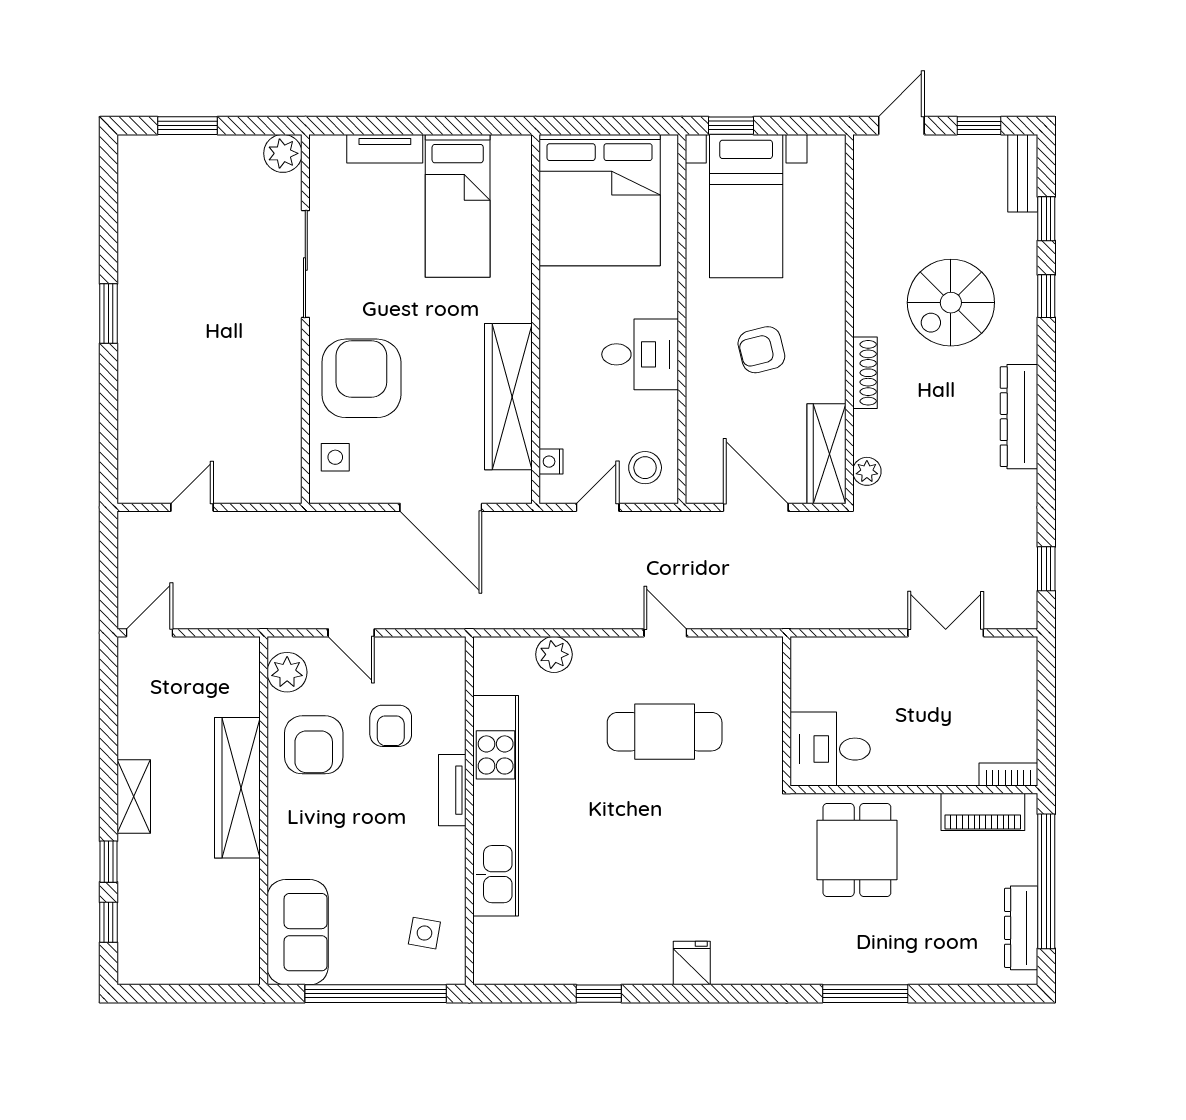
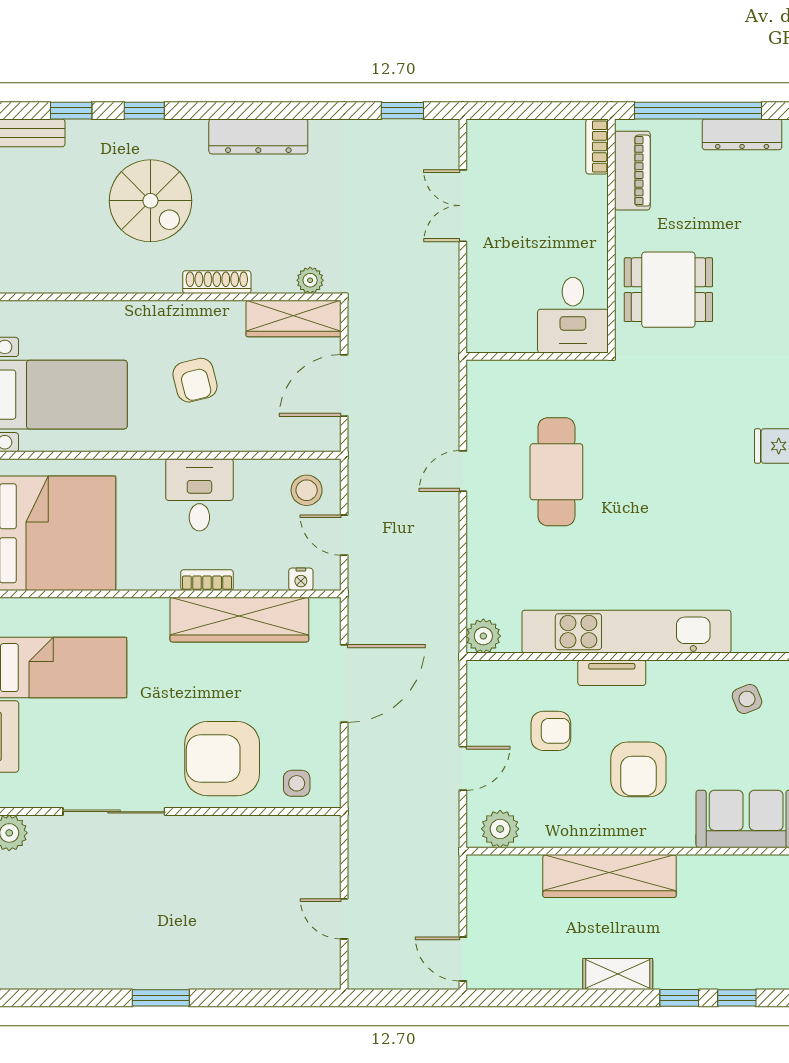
bookcase: (550, 362) -> (207, 580), added
plant: (554, 654) -> (483, 636), moved
armchair: (314, 745) -> (638, 769), moved, turned 90
side table: (424, 933) -> (747, 699), turned -32

